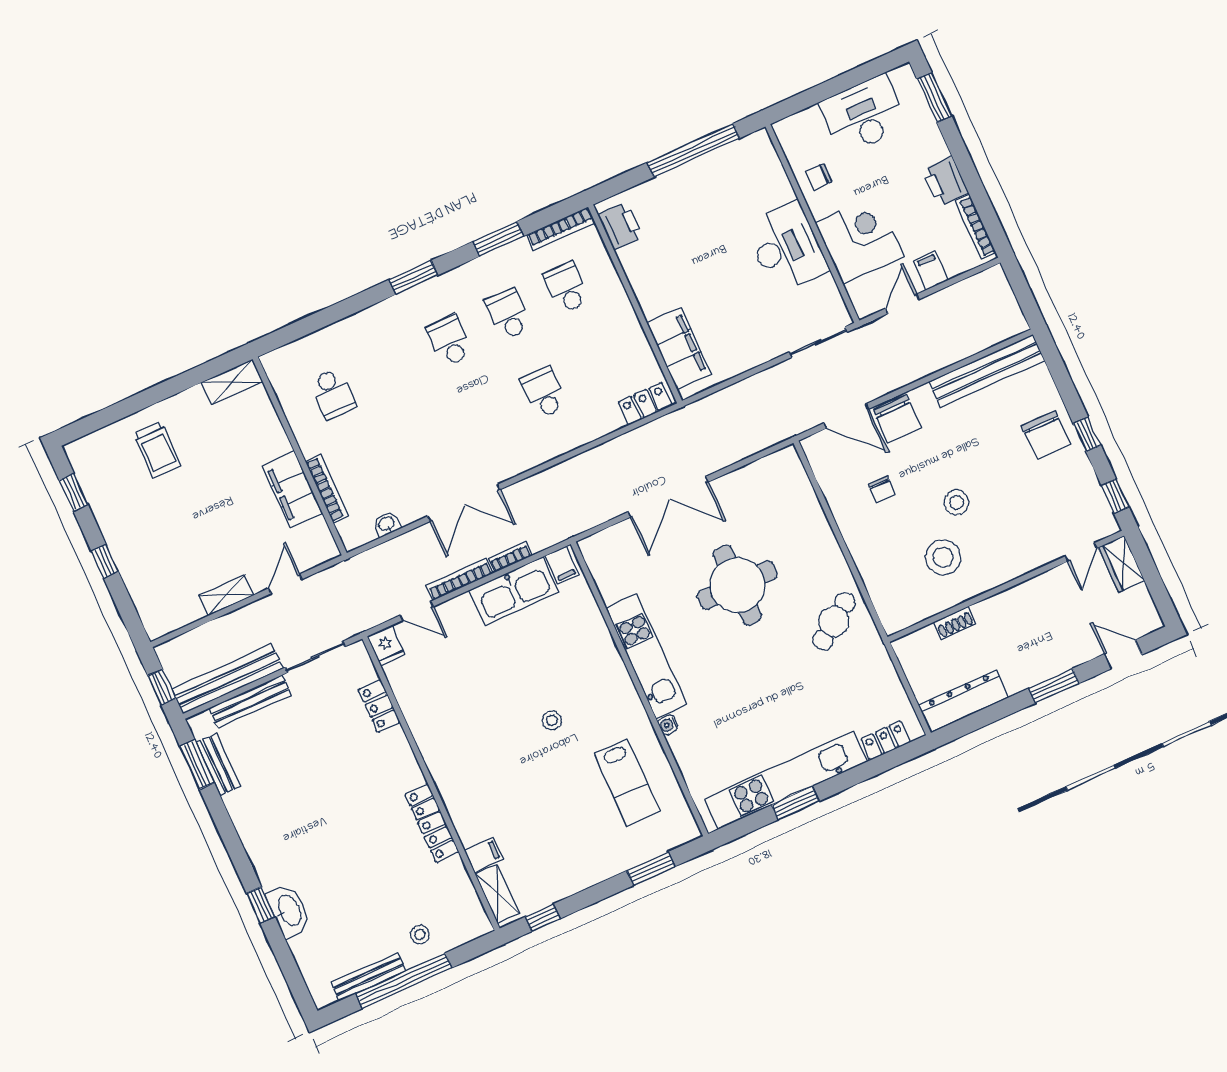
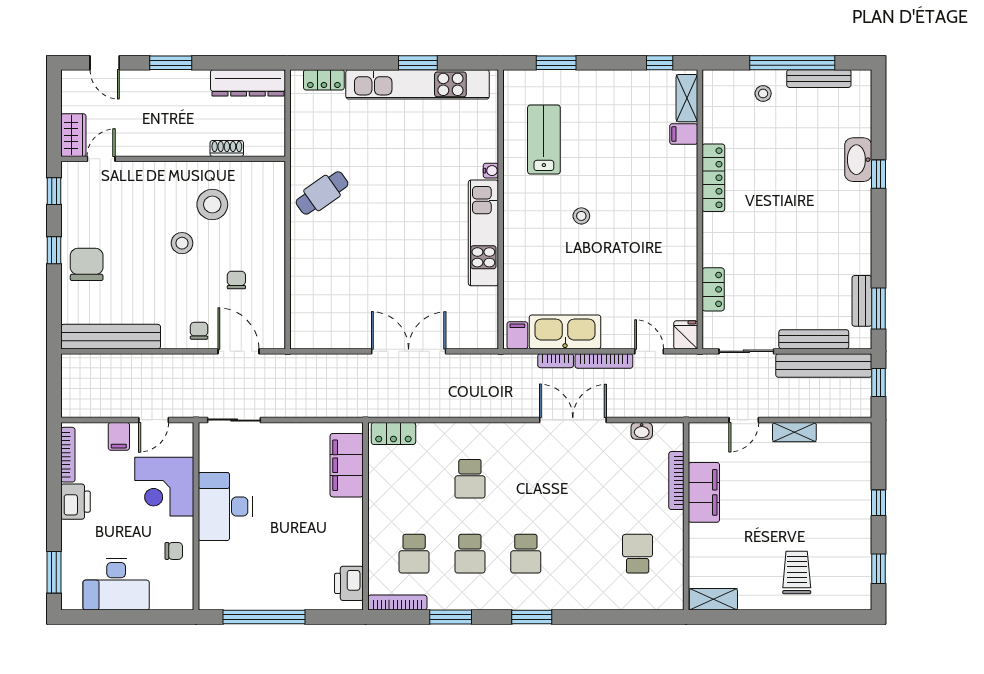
chair: (897, 419) -> (199, 331), width x0.54, depth x0.54
round table: (737, 585) -> (386, 256), removed

